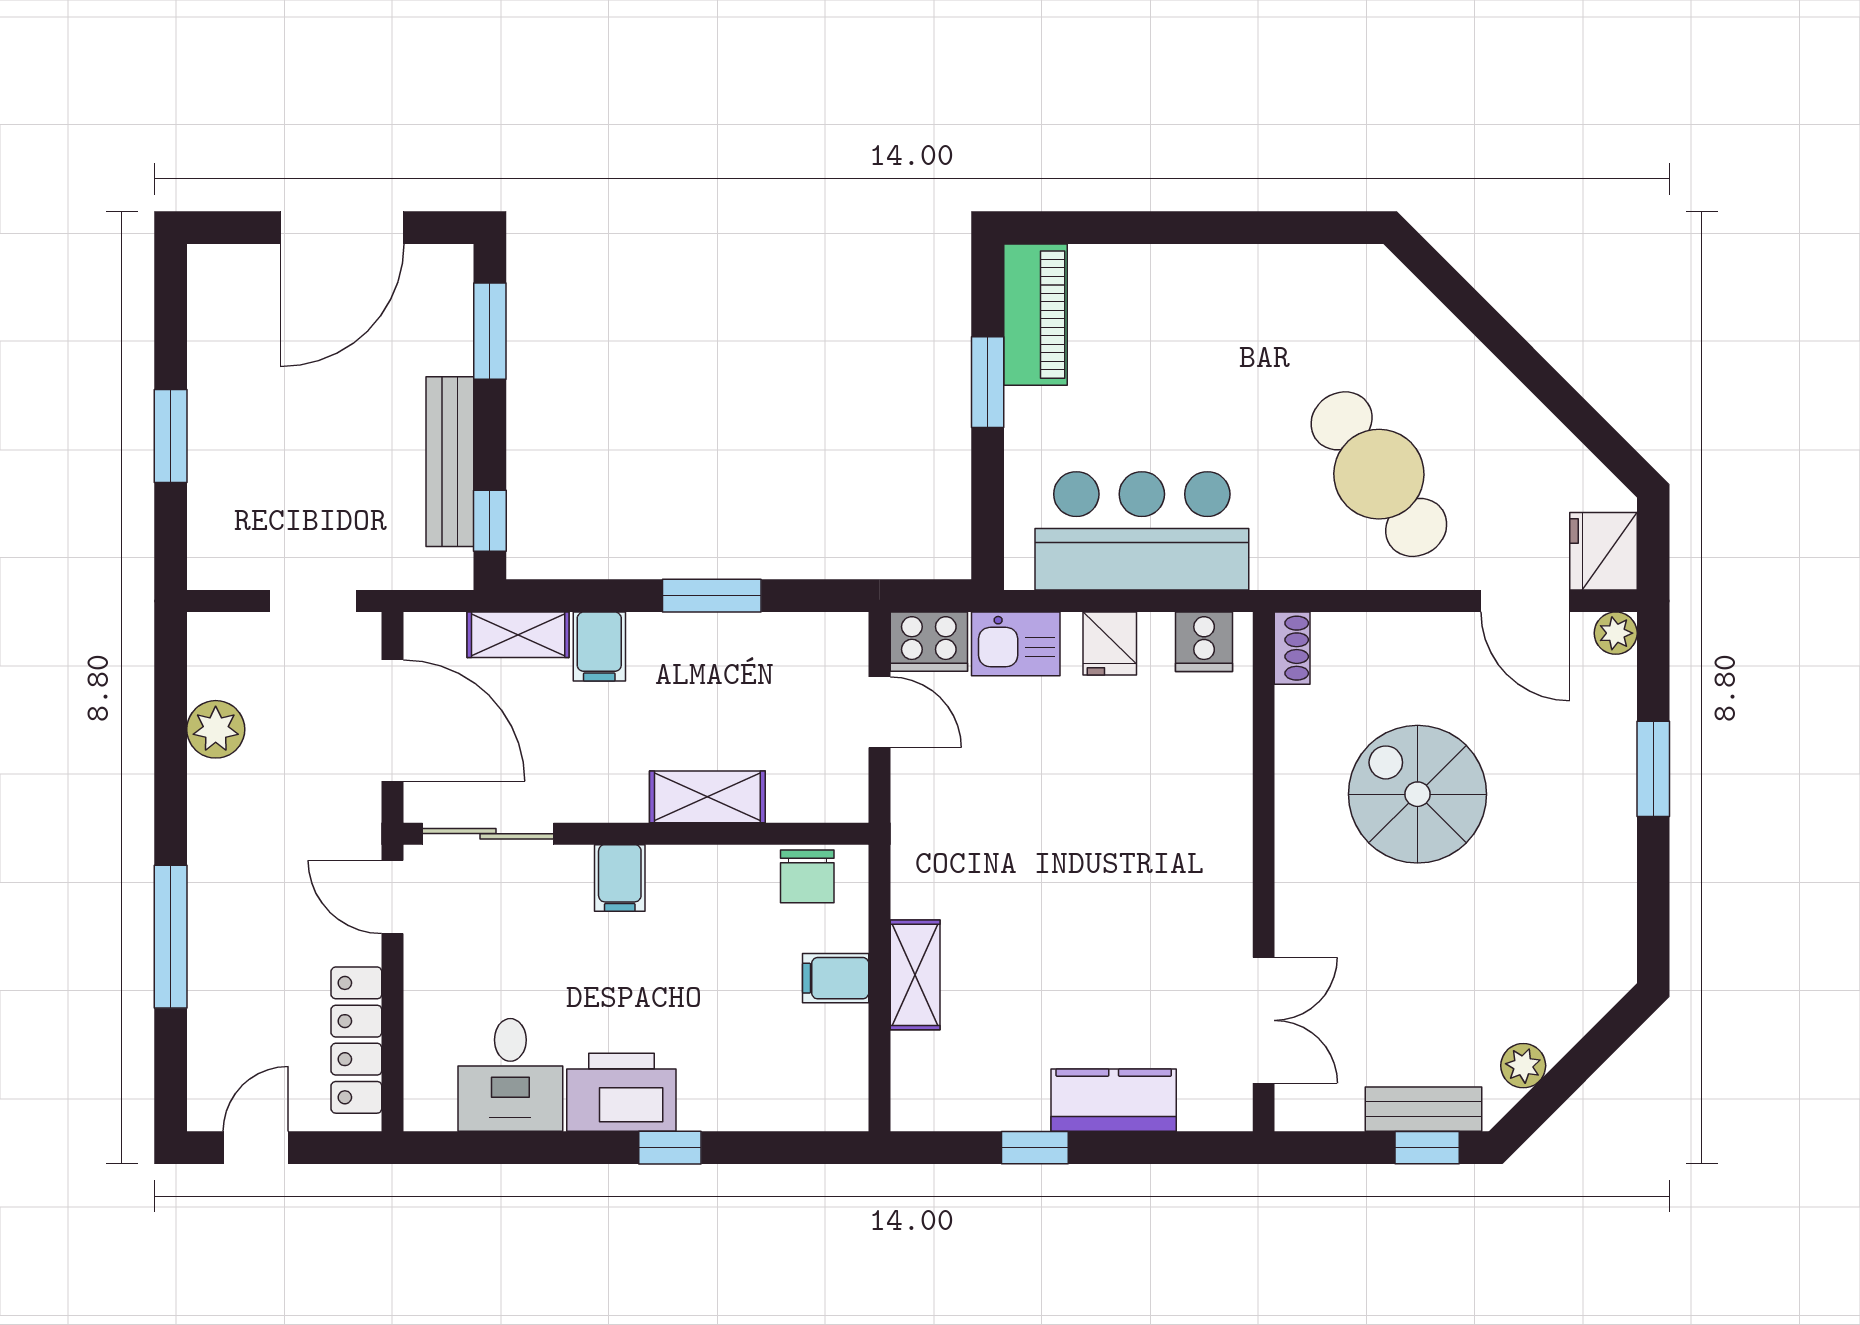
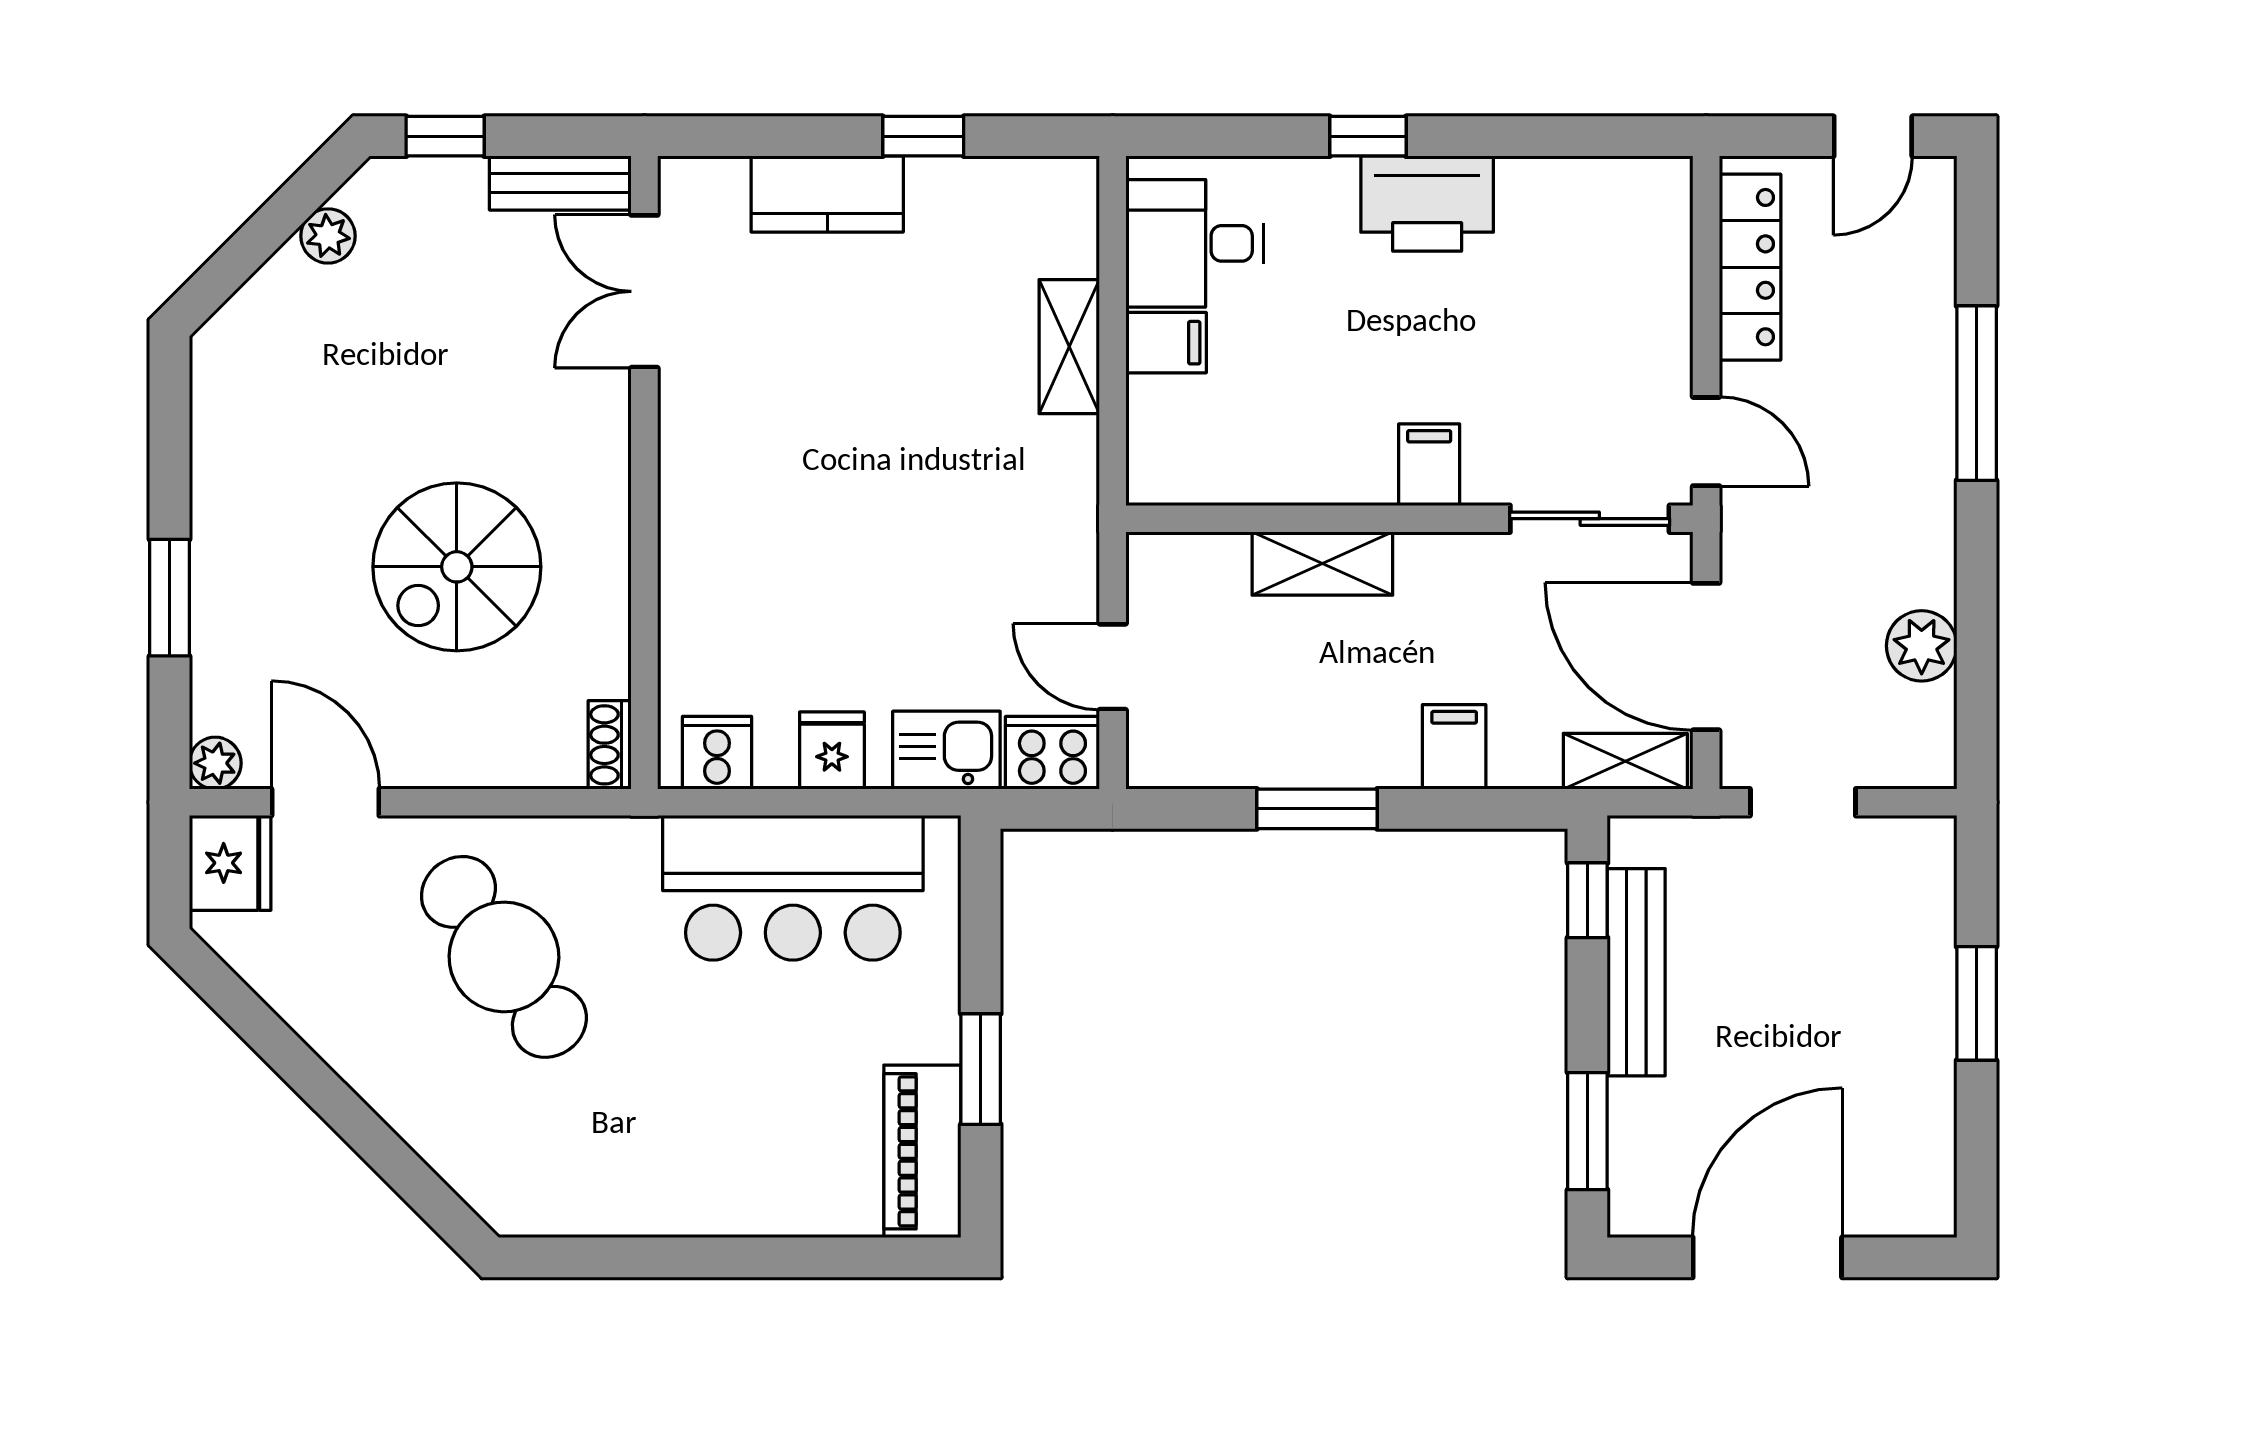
shelving: (518, 635) -> (1625, 761), moved
spiral stairs: (1418, 794) -> (457, 567), turned 90
chair: (807, 876) -> (1201, 467), removed
desk: (510, 1075) -> (1195, 243), moved, turned -90
bench: (1424, 1109) -> (560, 183), moved

